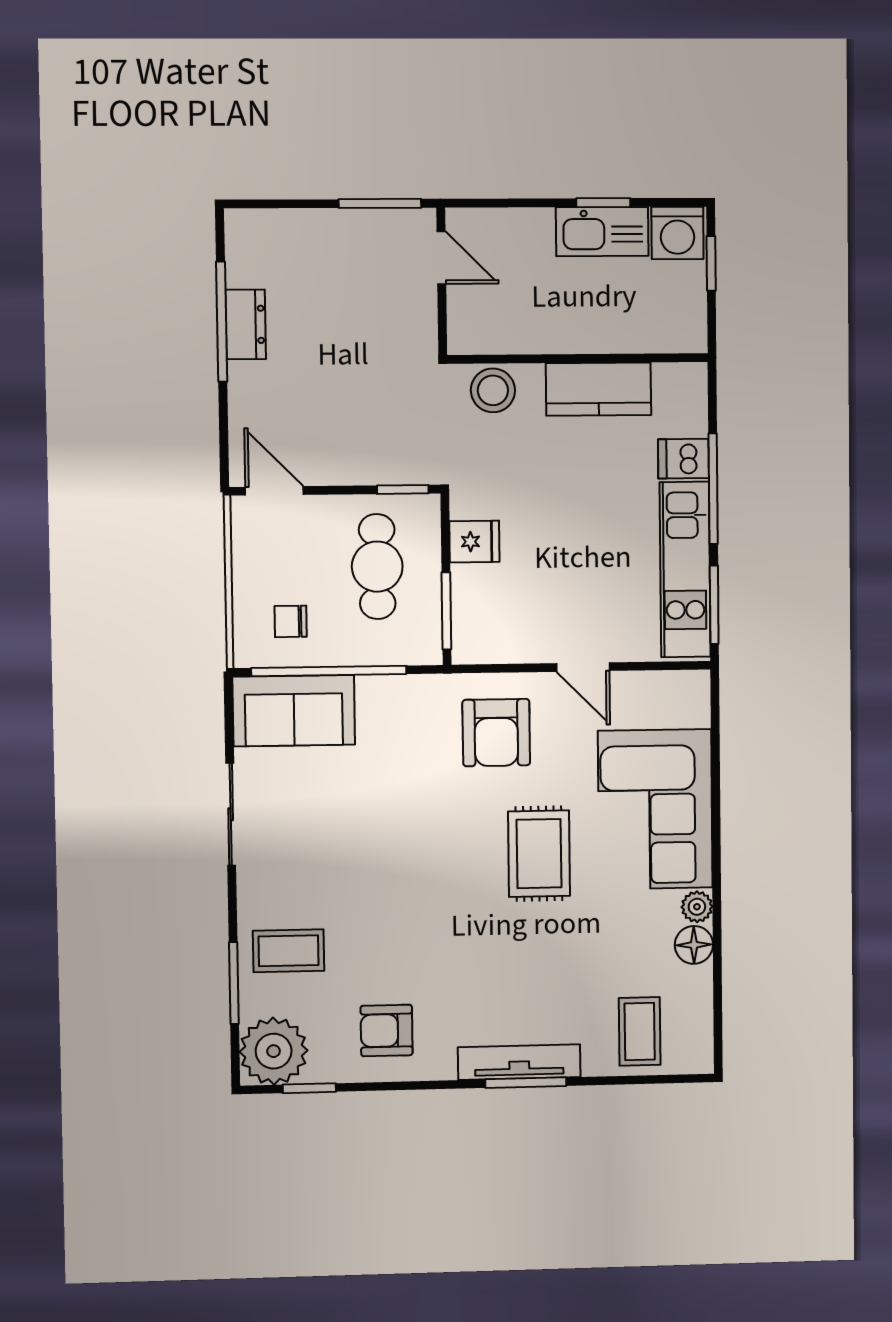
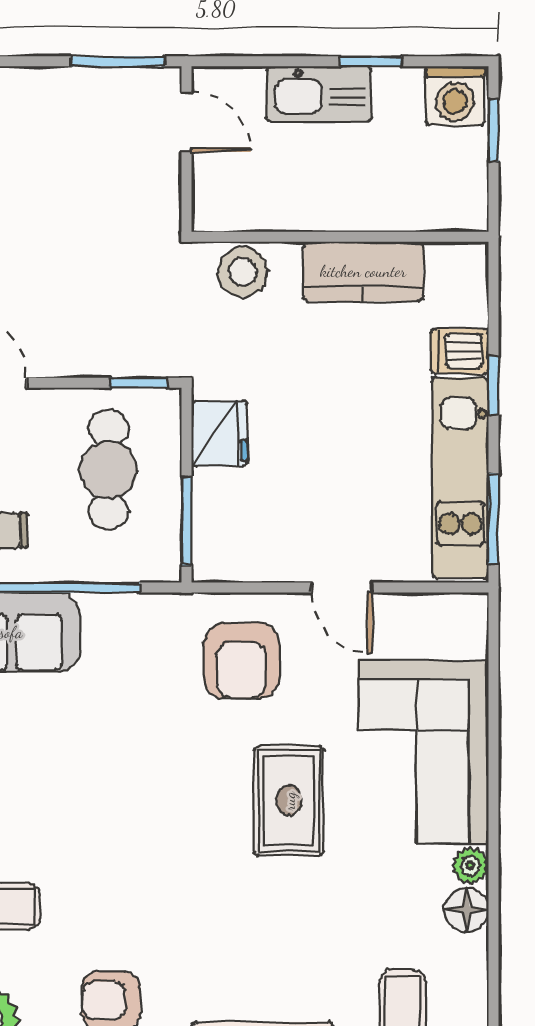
kitchen sink: (602, 232) -> (319, 94), moved
window: (713, 489) -> (493, 386), width x0.46
fridge: (474, 542) -> (219, 434), width x1.38

